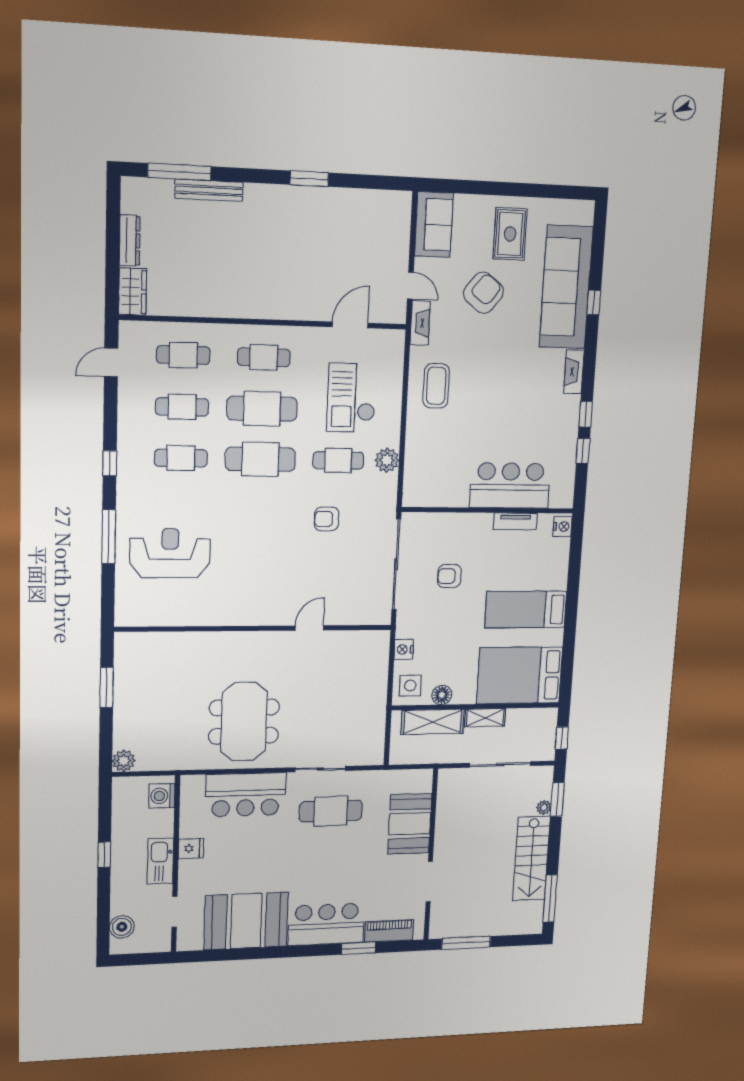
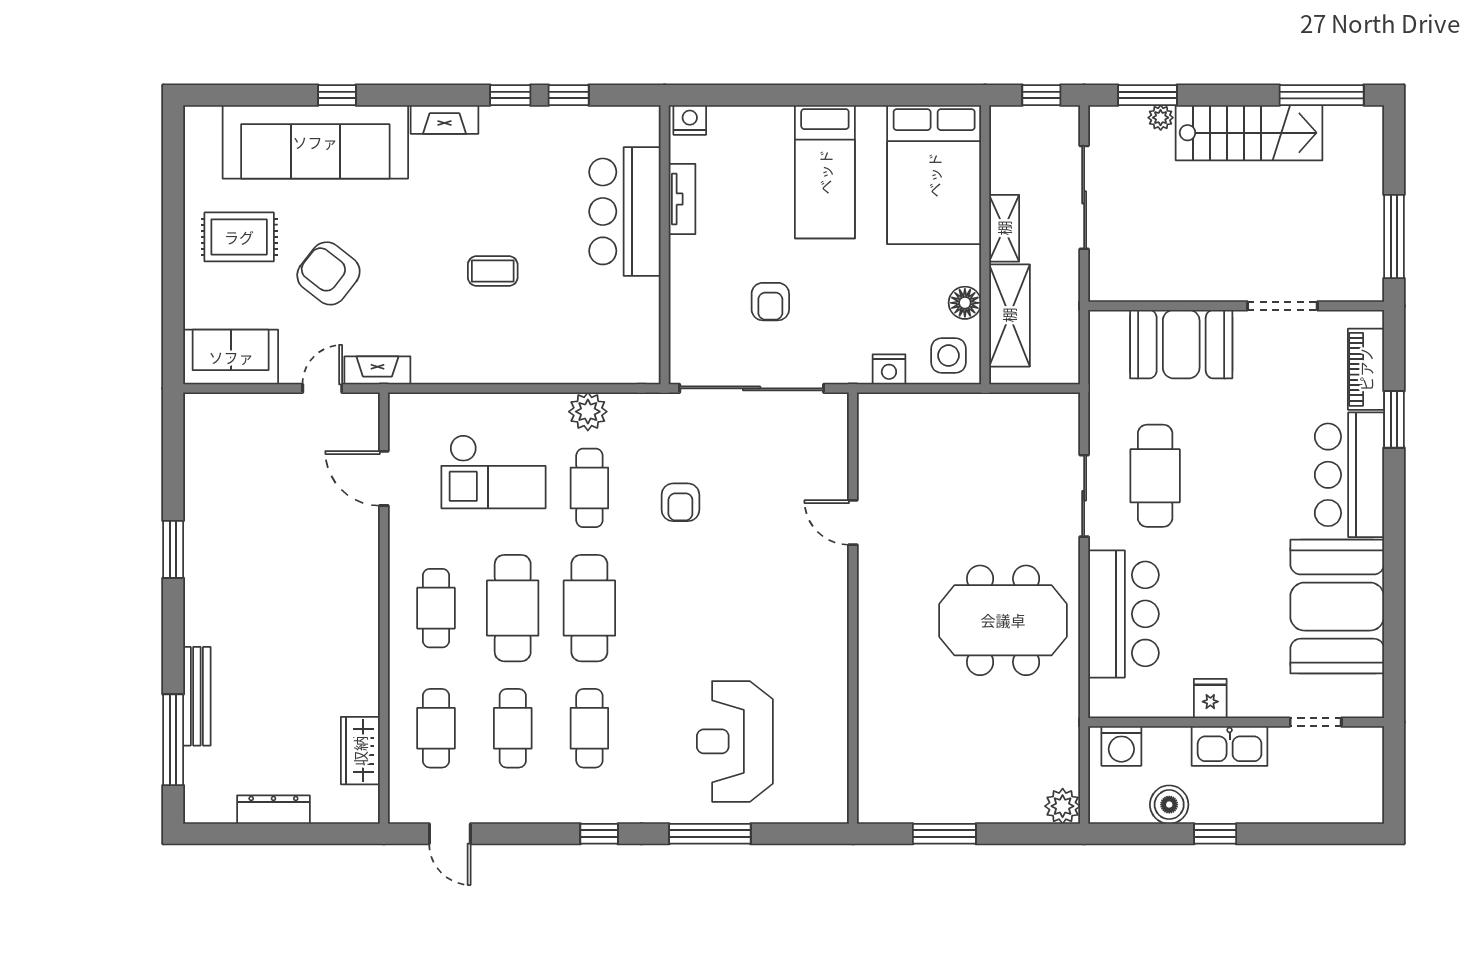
wardrobe: (132, 292) -> (360, 751), moved, turned -90
coffee table: (436, 386) -> (493, 271), moved, width x0.73, depth x0.77
boiler: (122, 927) -> (1169, 805), moved

